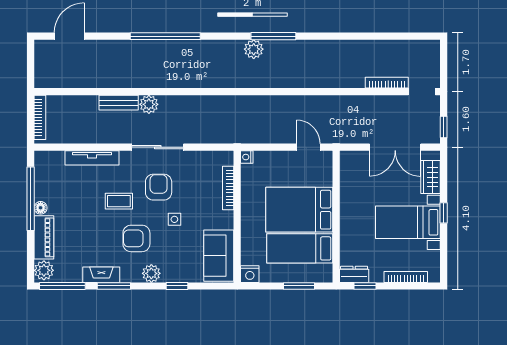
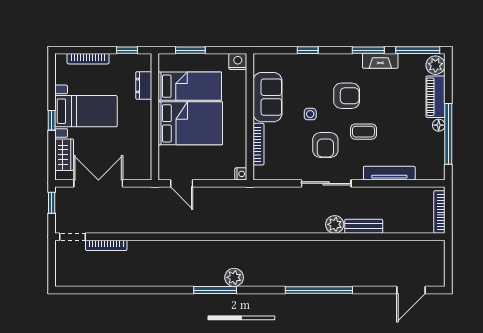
sofa: (219, 256) -> (268, 97), moved
plant: (151, 273) -> (332, 62), removed
dresser: (354, 274) -> (144, 85), moved, turned 90

